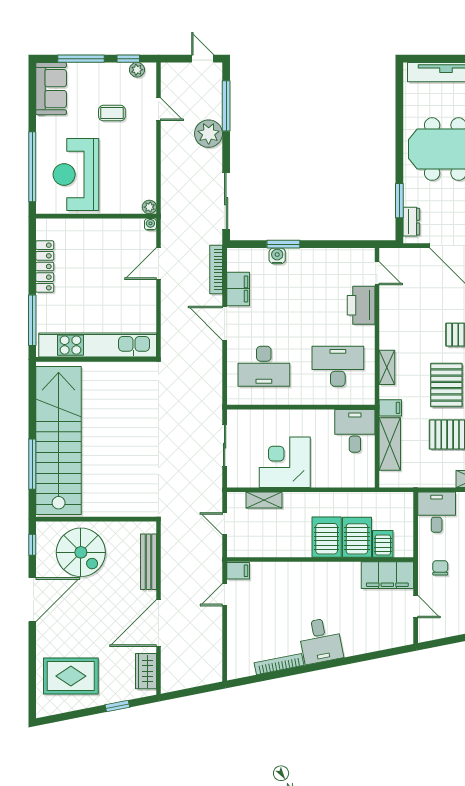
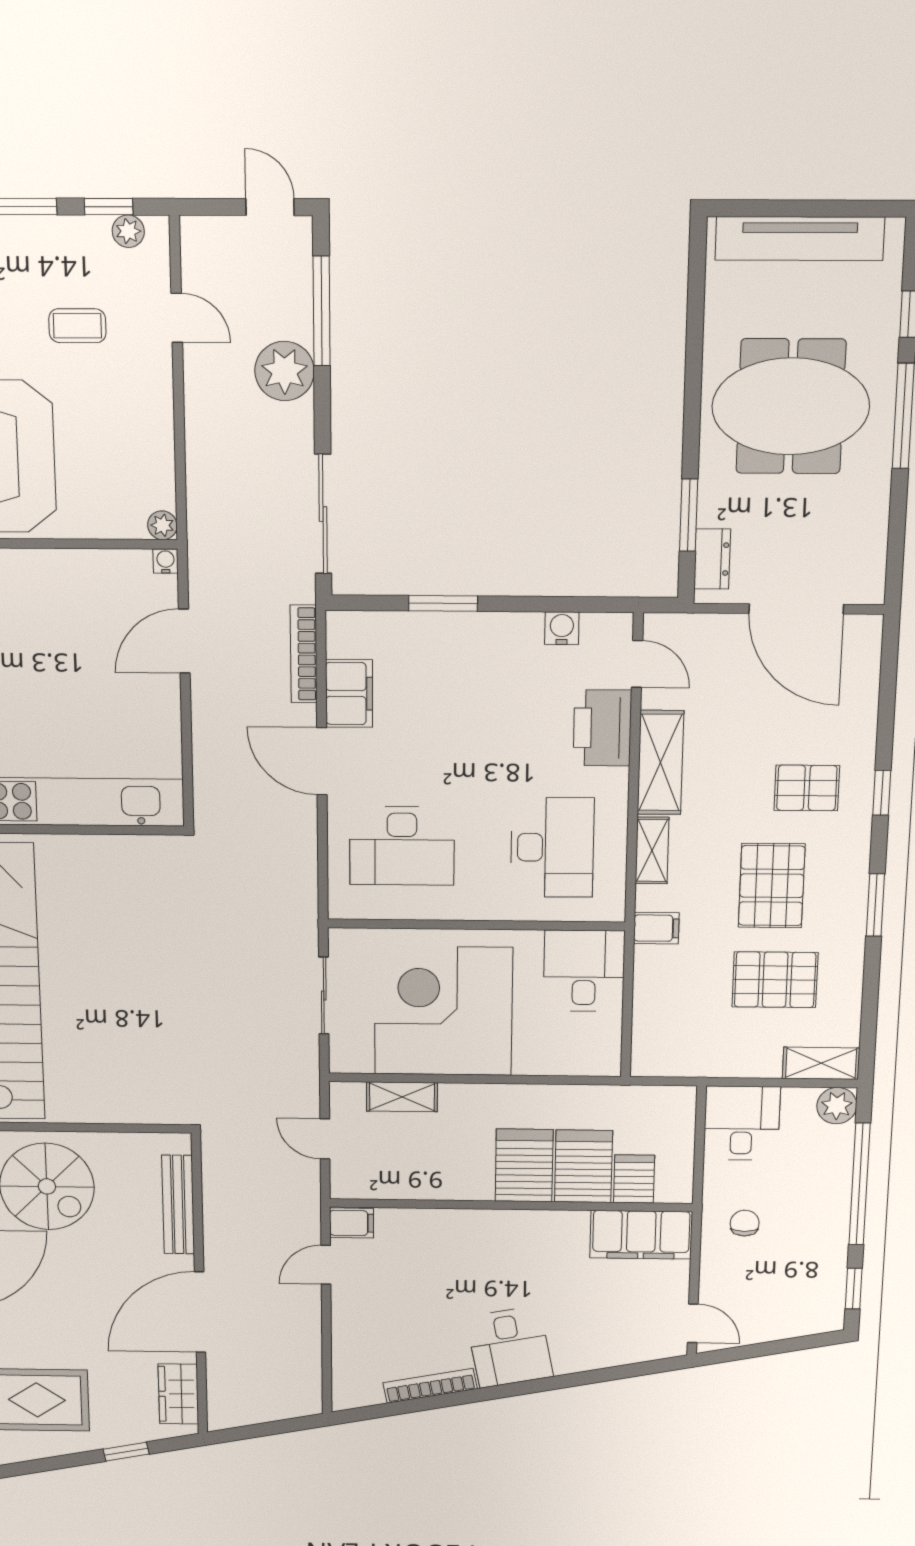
water cooler: (277, 256) -> (562, 628), moved
desk: (338, 366) -> (552, 847), turned 90
shelving: (390, 444) -> (660, 762), moved
corner desk: (285, 462) -> (443, 1011), width x1.36, depth x1.36
door: (416, 607) -> (693, 1323), moved

